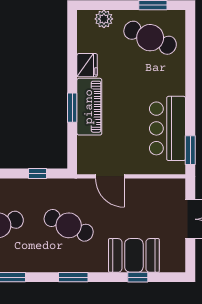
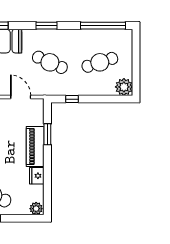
plant: (104, 19) -> (36, 209), moved
window: (72, 108) -> (47, 134), moved

